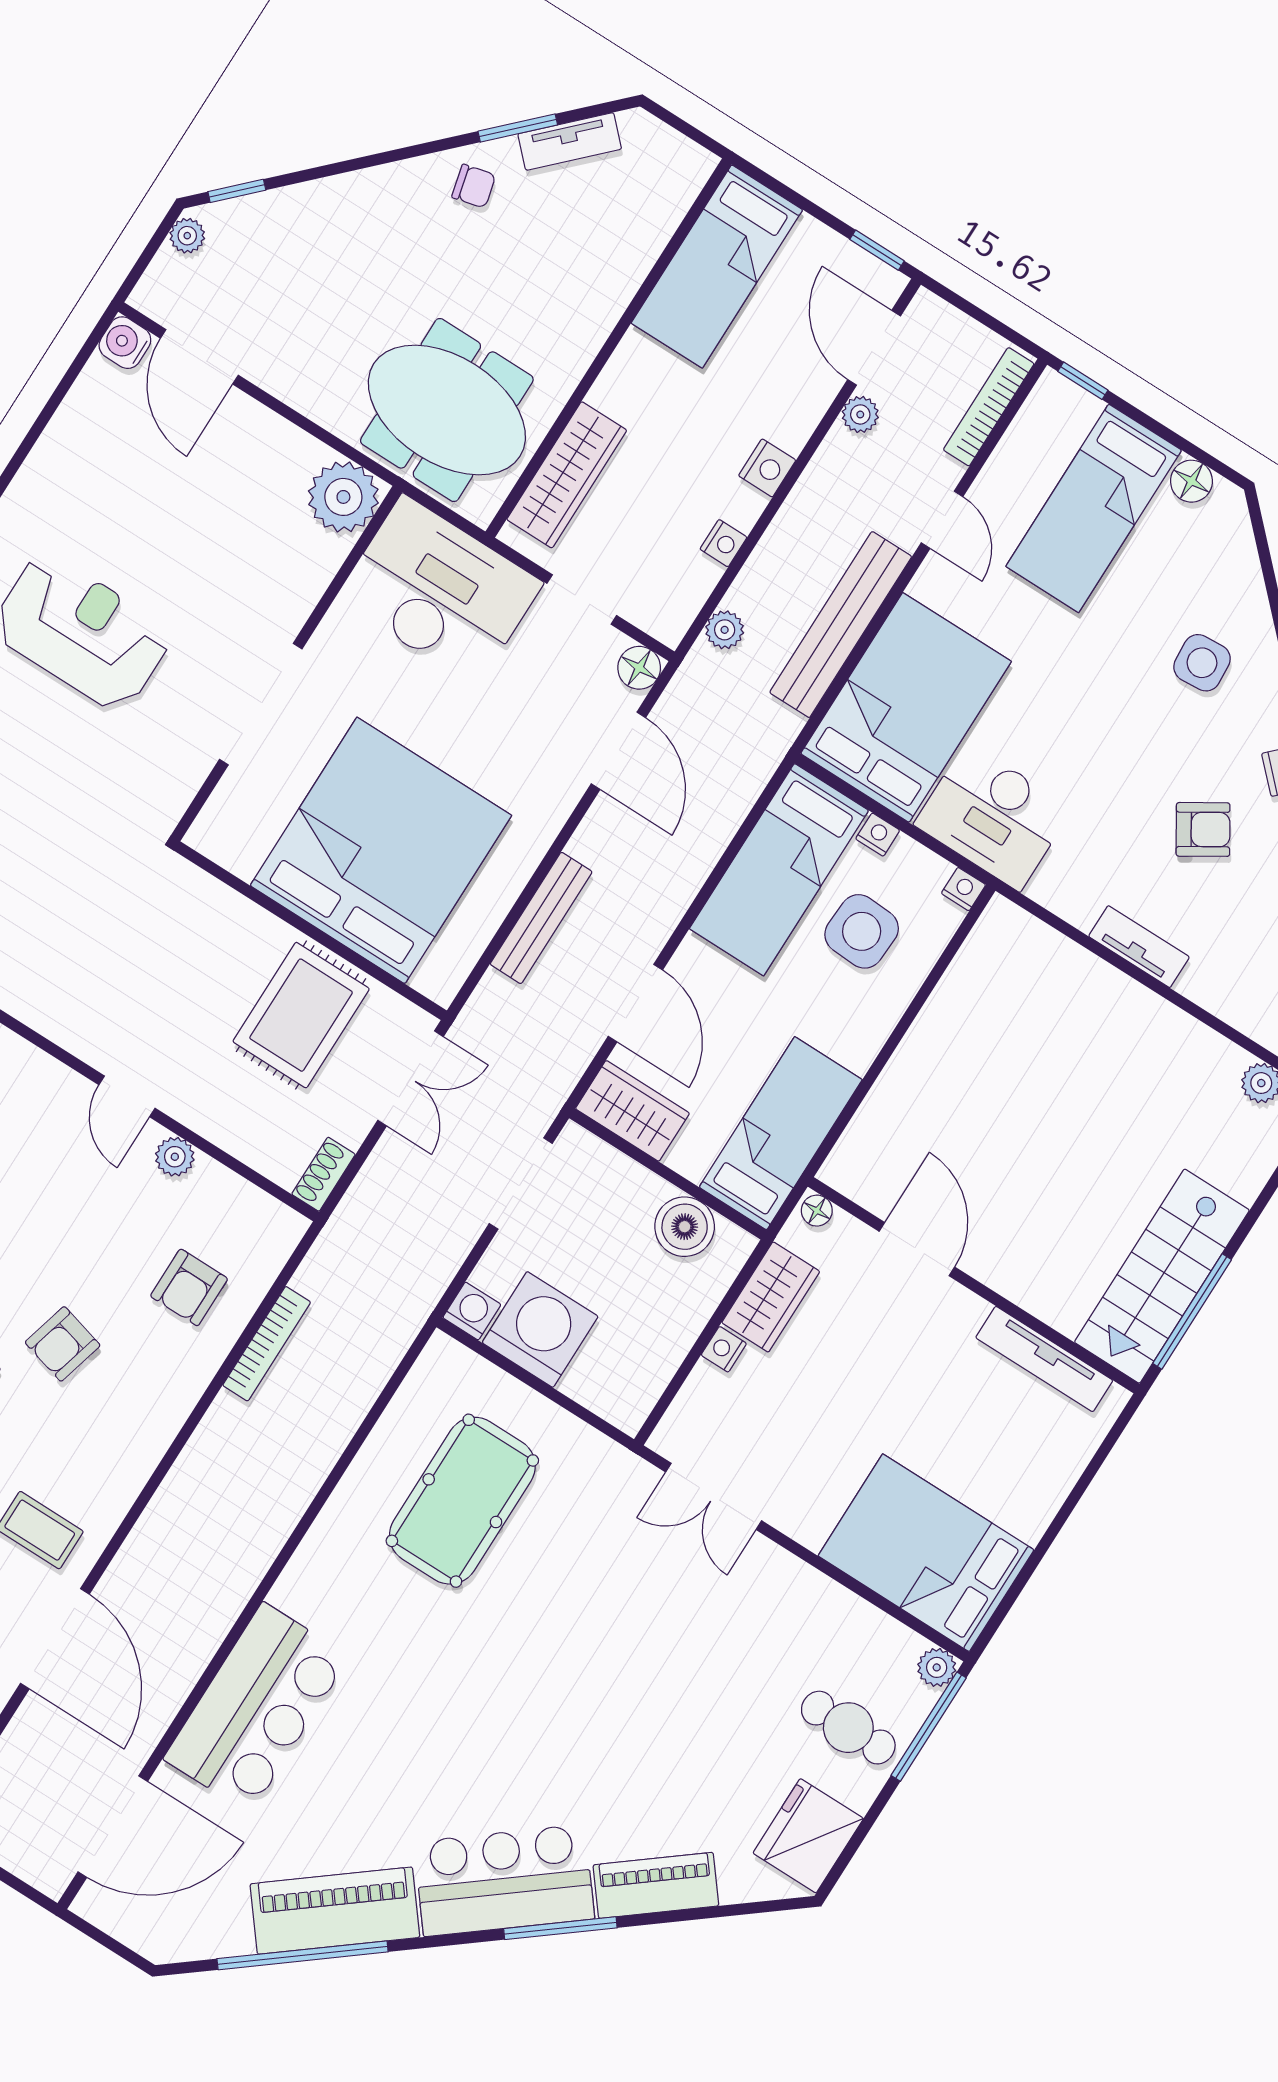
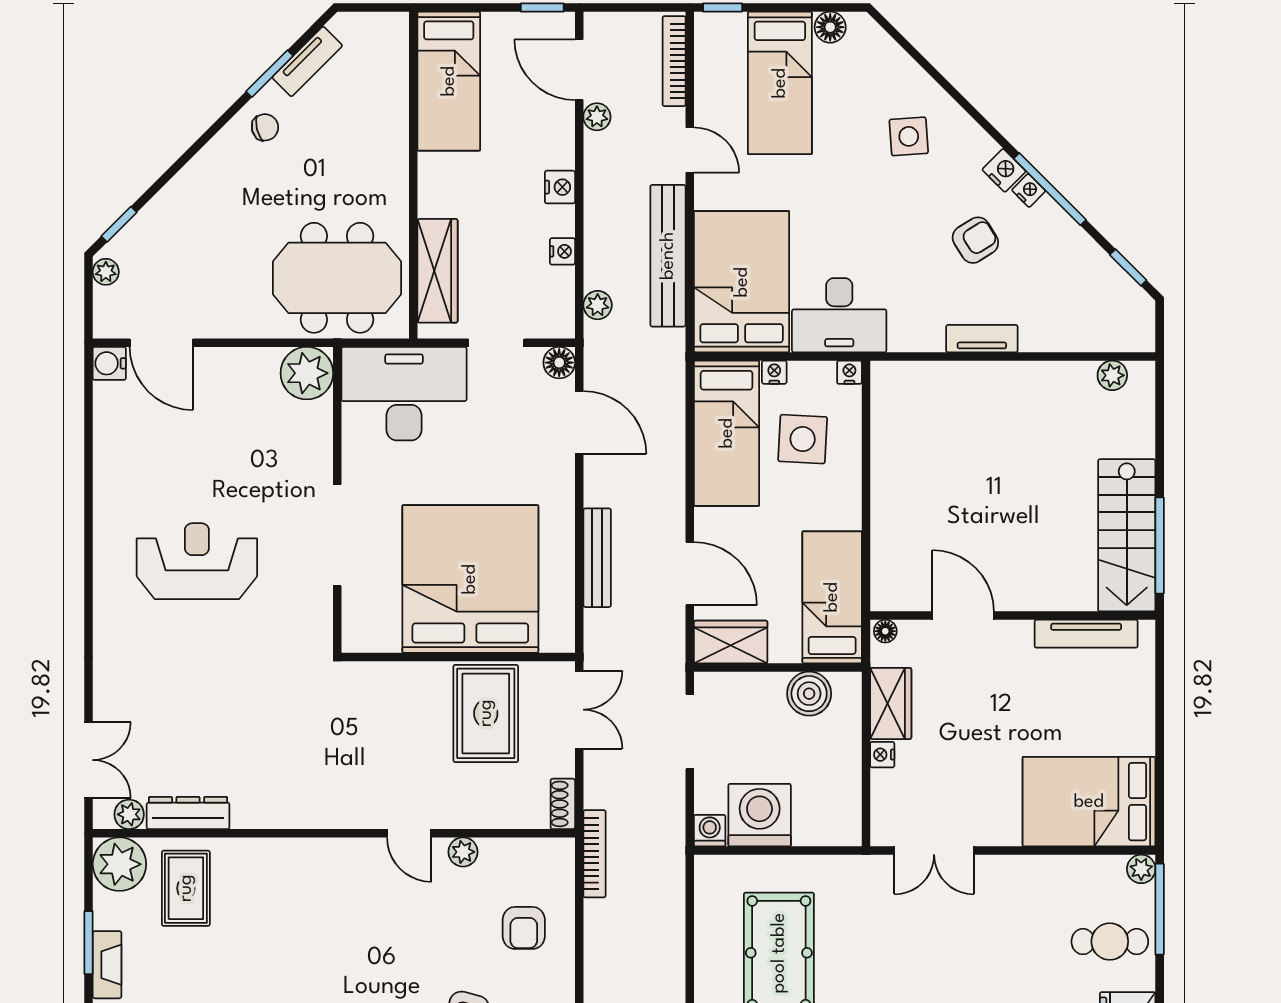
bookcase: (267, 1344) -> (594, 854), moved

